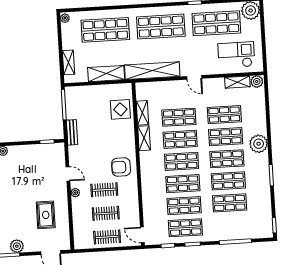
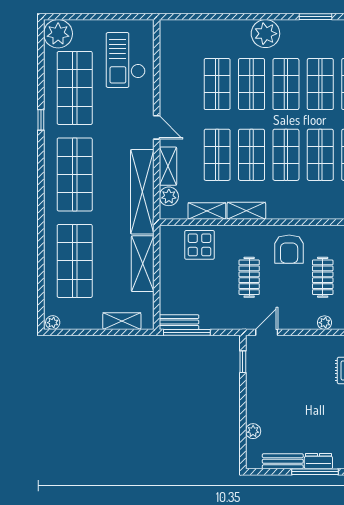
door: (194, 77) -> (157, 127), hinge flipped
plant: (257, 81) -> (169, 196), moved
shelving: (237, 82) -> (168, 166), moved
bench: (72, 132) -> (179, 322), moved
clothes rail: (101, 143) -> (249, 277), added
door: (68, 174) -> (267, 332), moved

